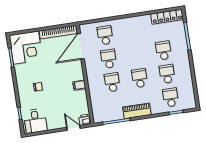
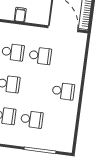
locker: (167, 17) -> (68, 134), removed
school desk: (105, 35) -> (63, 91), moved

